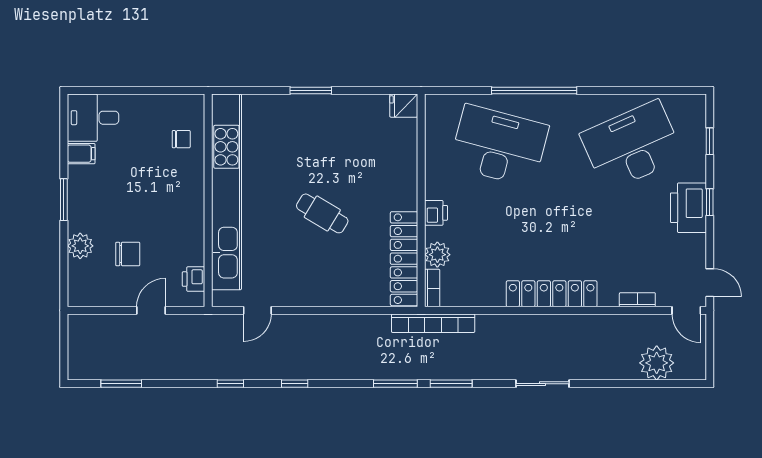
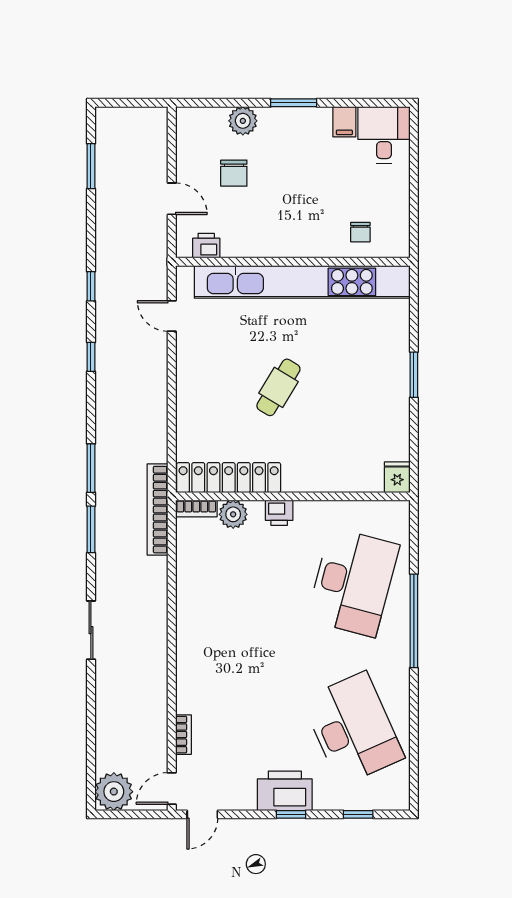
locker: (552, 294) -> (190, 640), removed
plant: (657, 363) -> (114, 792), moved

